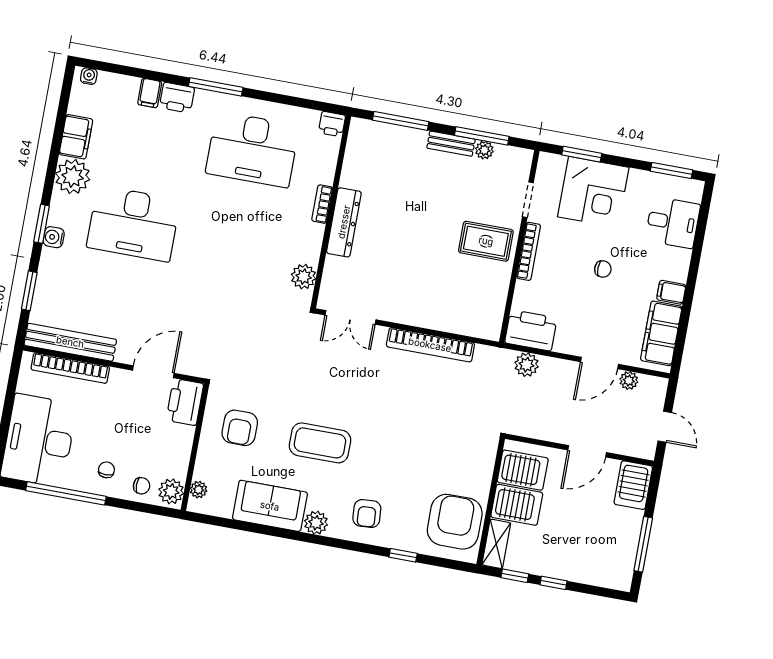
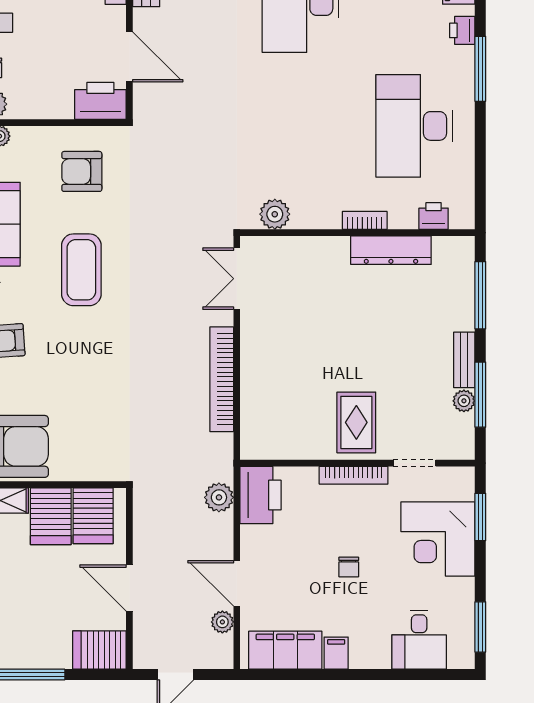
printer: (177, 98) -> (462, 30), width x0.73, depth x0.81
printer: (332, 124) -> (434, 216), moved, turned 90
dresser: (344, 222) -> (391, 250), moved

